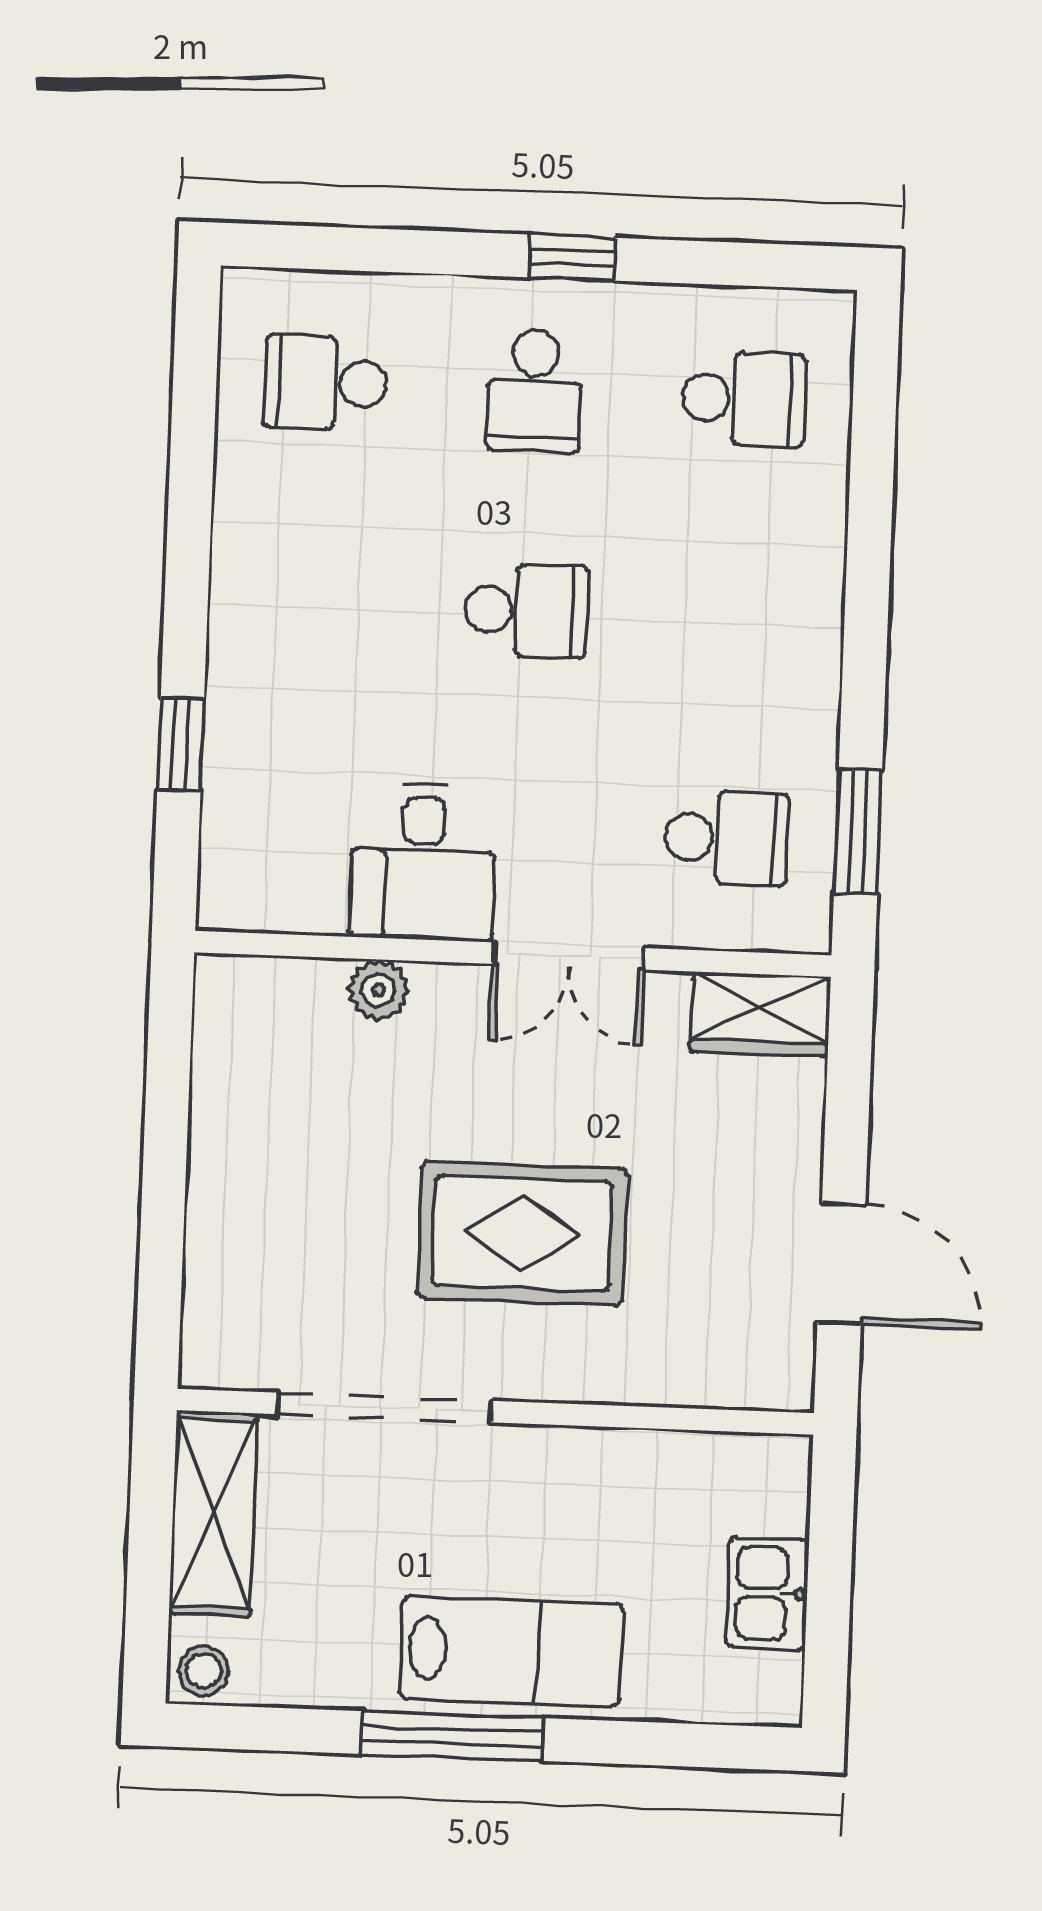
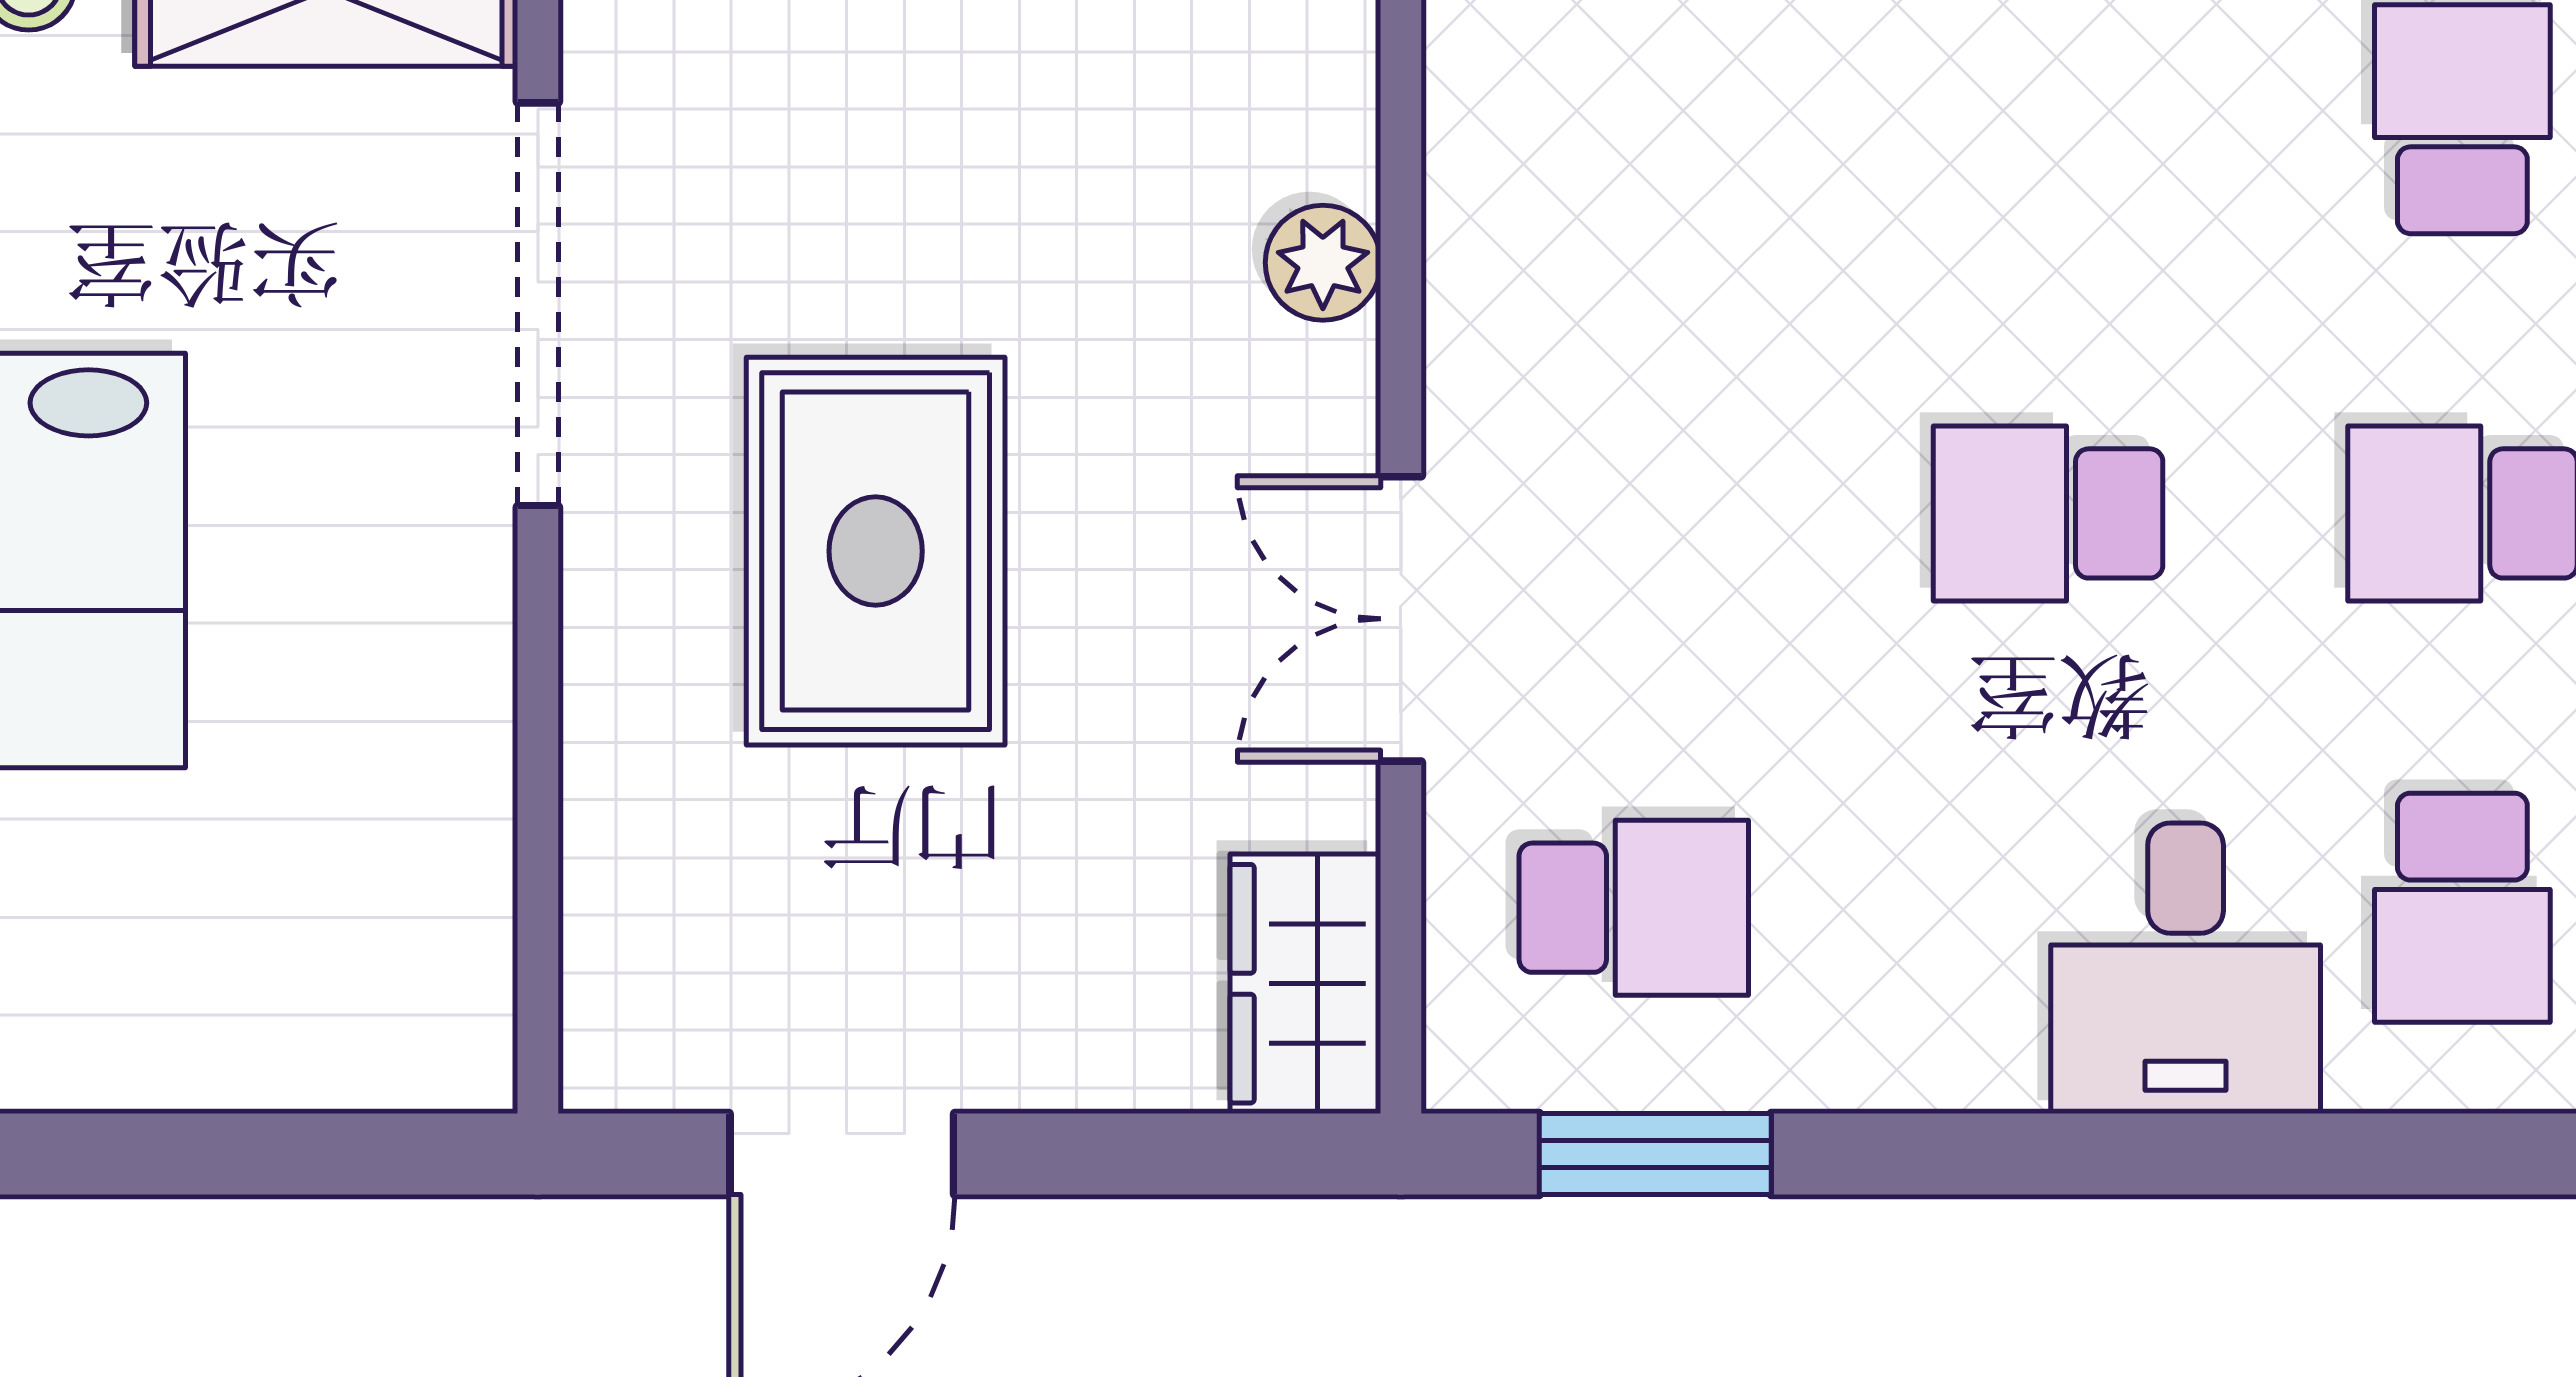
school desk: (526, 610) -> (2048, 513), turned 90
school desk: (727, 838) -> (1634, 908), turned -90
desk: (423, 862) -> (2186, 968), moved, turned -90
kitchen sink: (767, 1593) -> (216, 1038), removed

